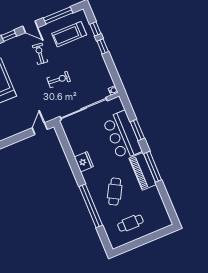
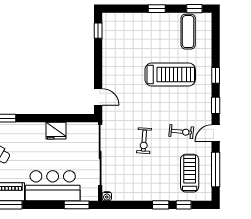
window: (137, 130) -> (77, 205), moved
fridge: (84, 162) -> (56, 131), moved

